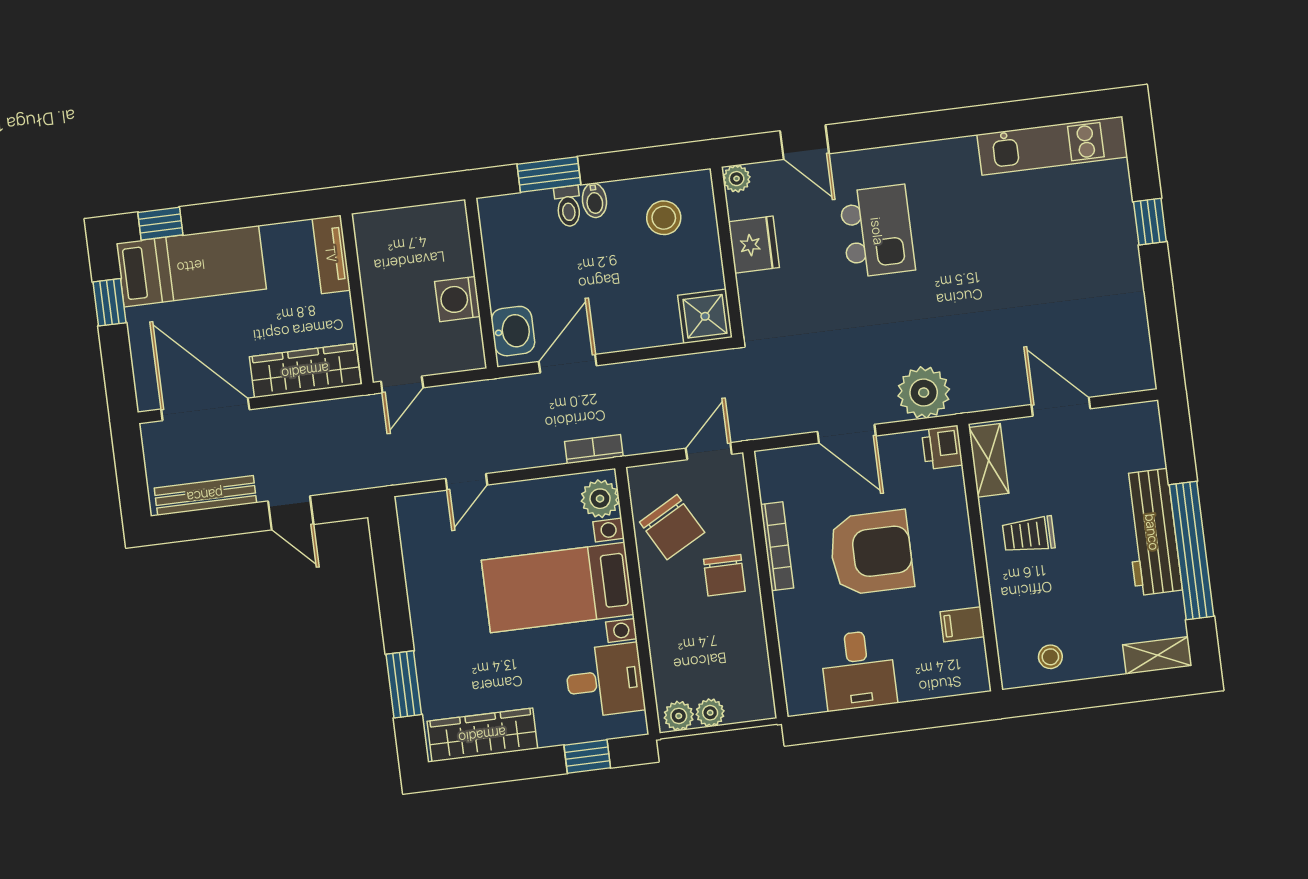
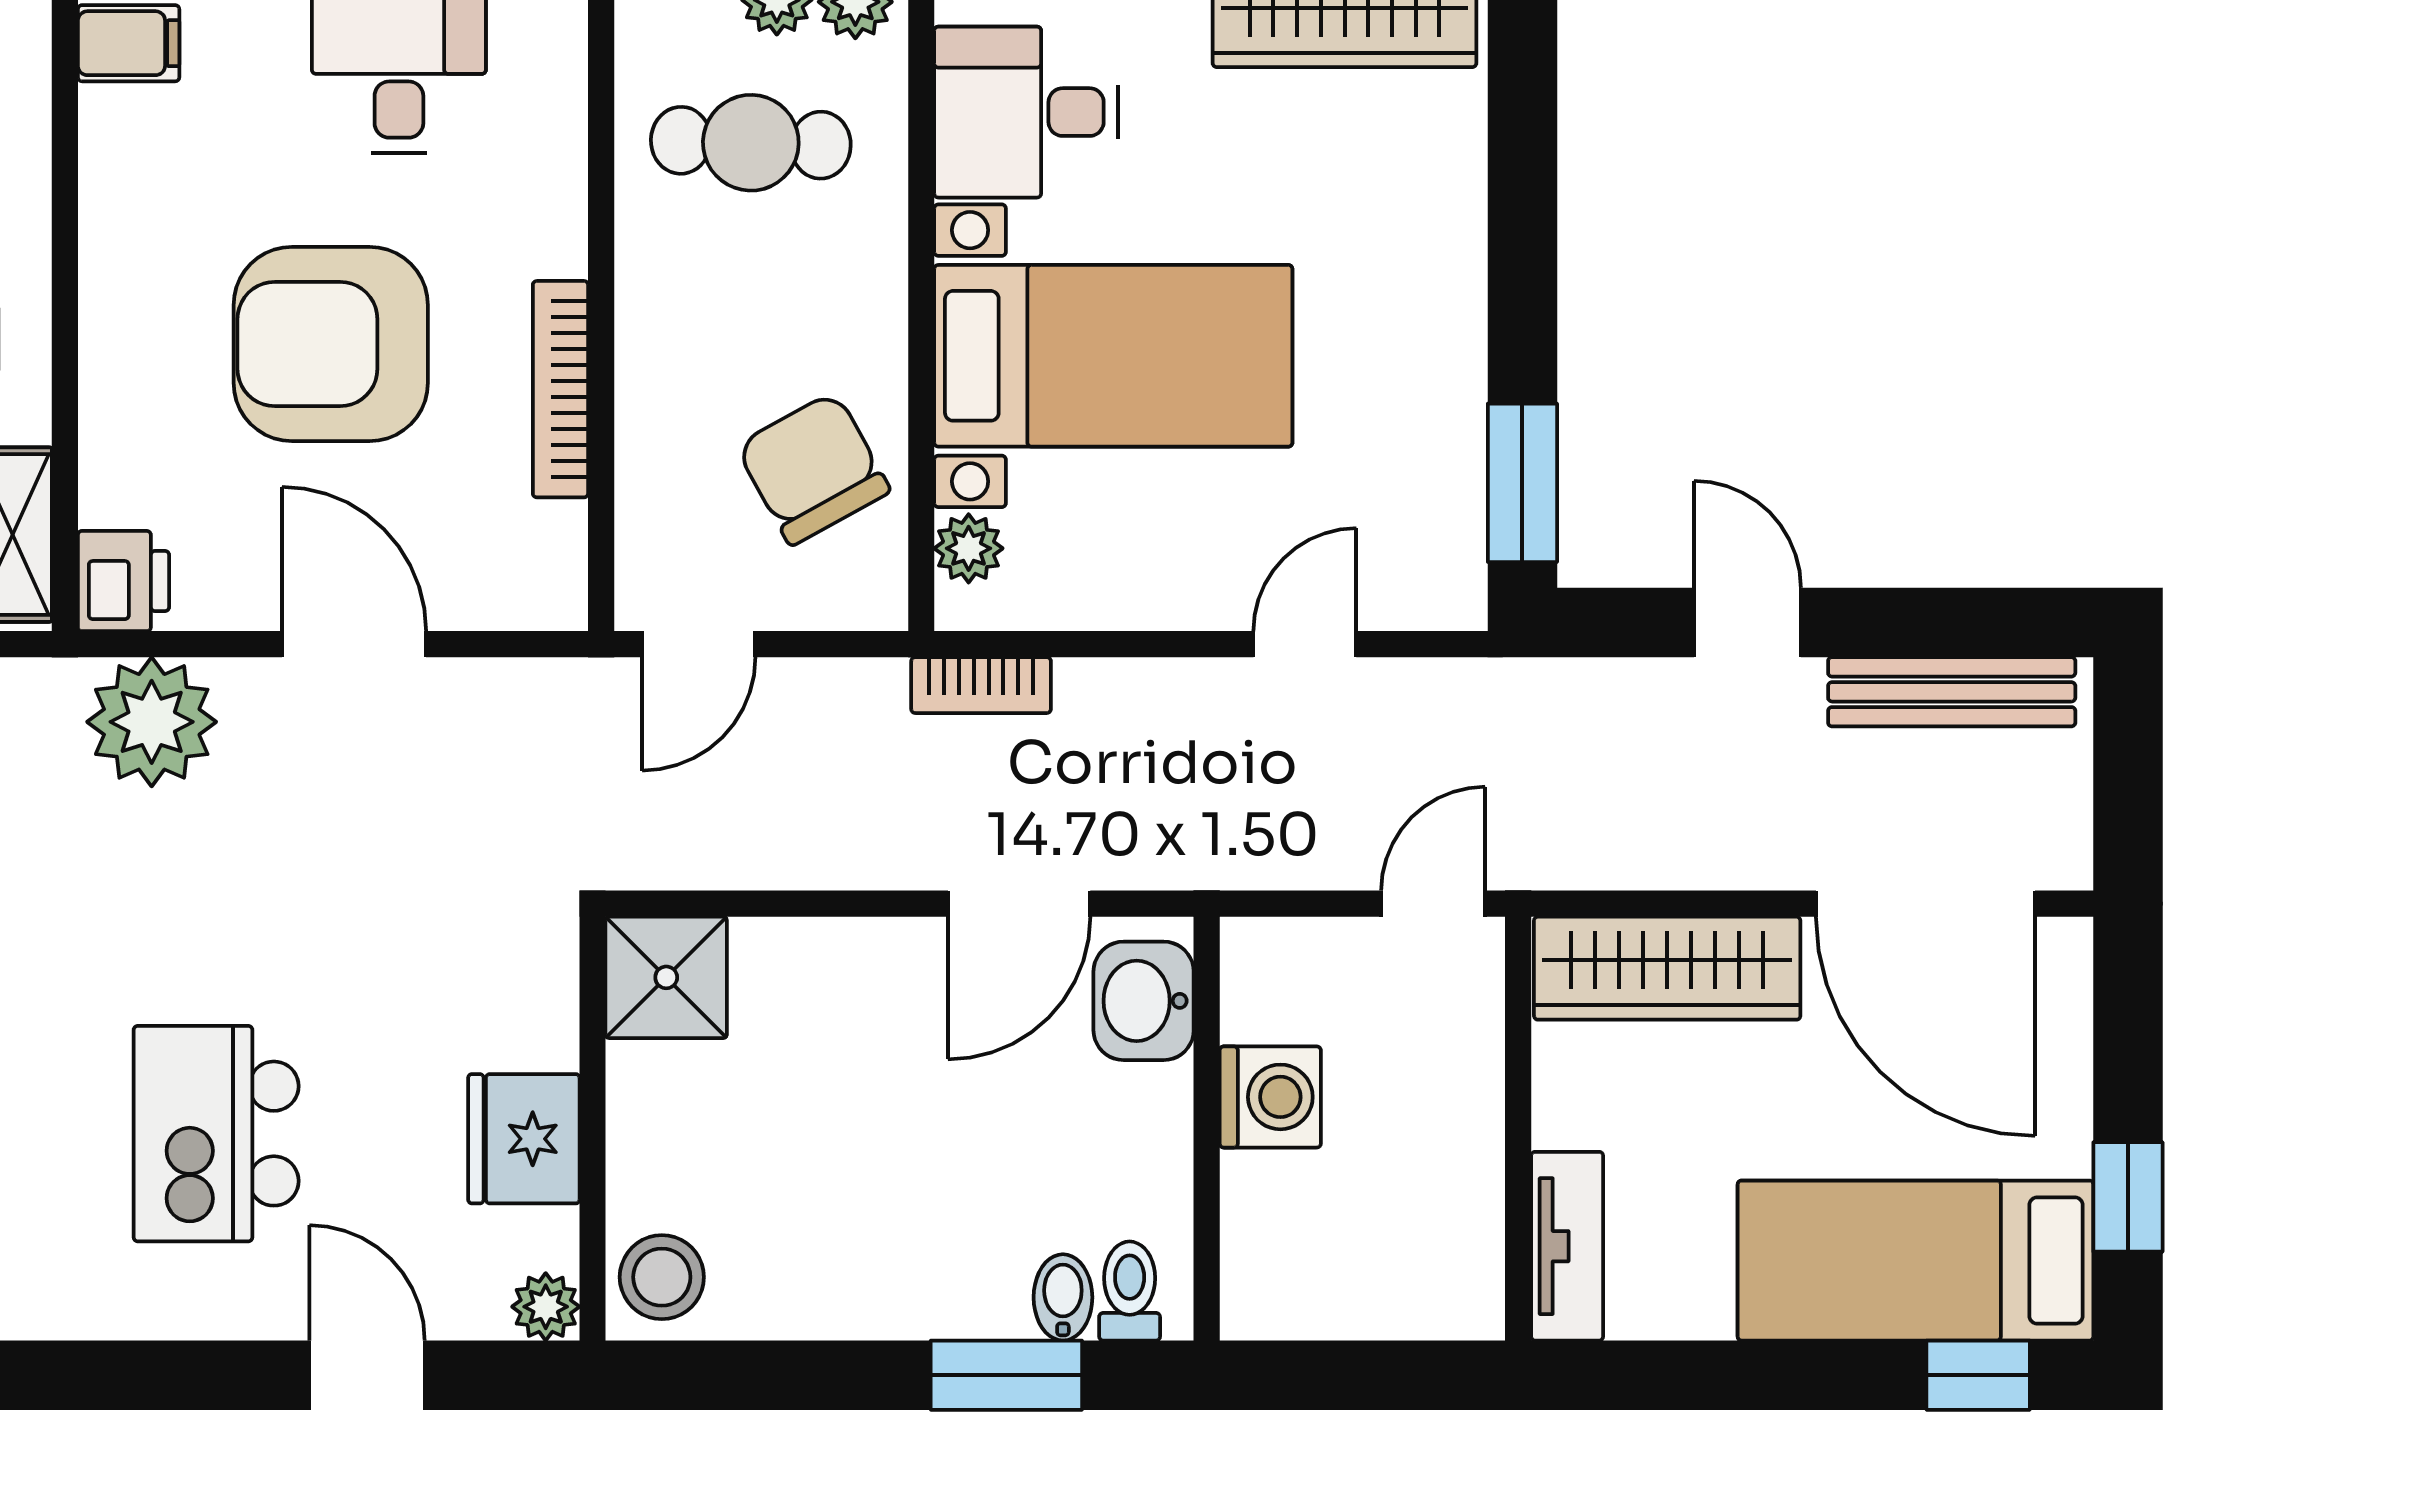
bidet: (594, 200) -> (1063, 1297), moved
toilet: (568, 206) -> (1130, 1291), moved
stool: (664, 218) -> (662, 1277), moved
plant: (600, 499) -> (969, 548), width x0.73, depth x0.73
chair: (724, 575) -> (699, 334), removed
filing cabinet: (962, 624) -> (129, 43), moved
cafe table: (713, 654) -> (751, 143), added
window: (404, 684) -> (1522, 483), moved

